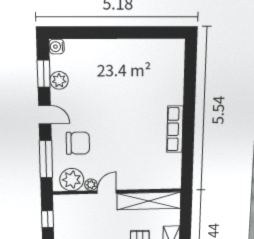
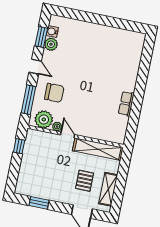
water cooler: (57, 47) -> (52, 32), moved
row of seats: (175, 129) -> (126, 104), width x0.68
door: (107, 192) -> (68, 135), hinge flipped

